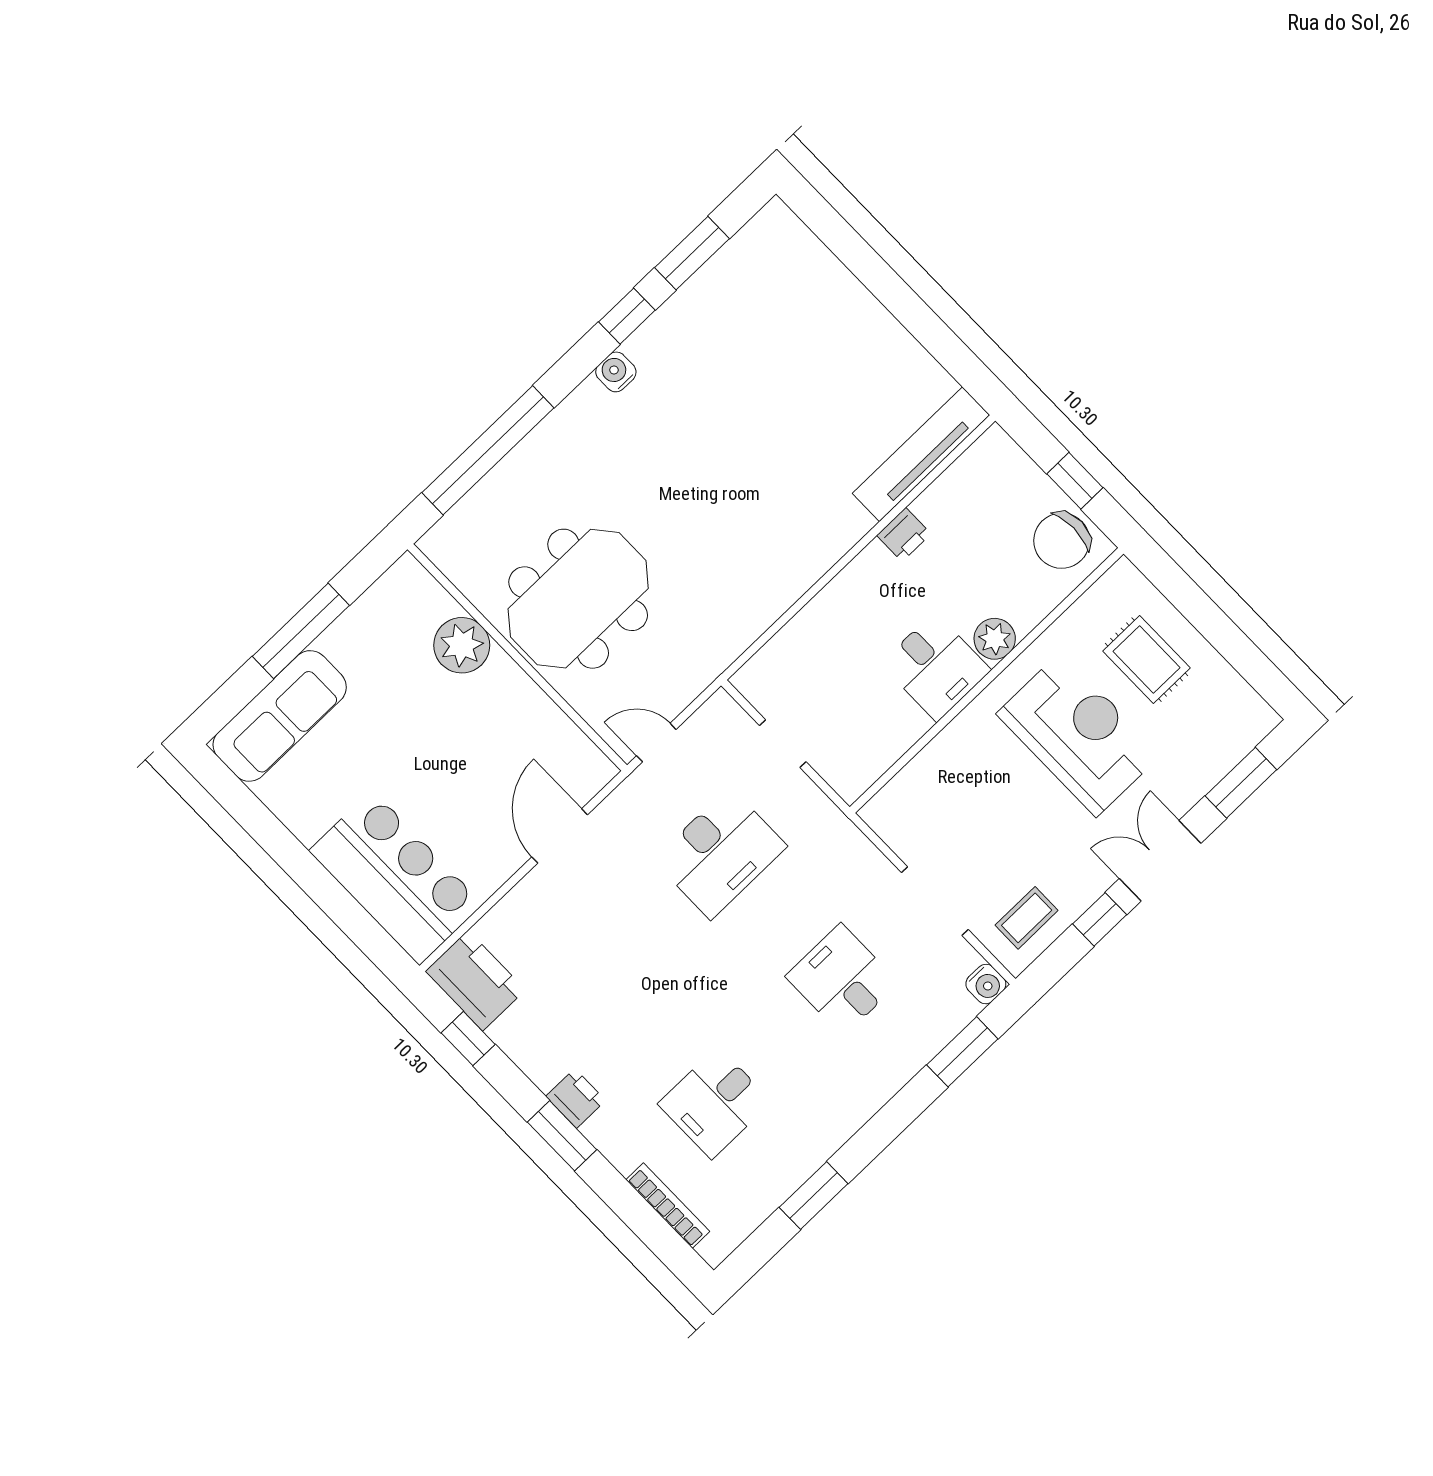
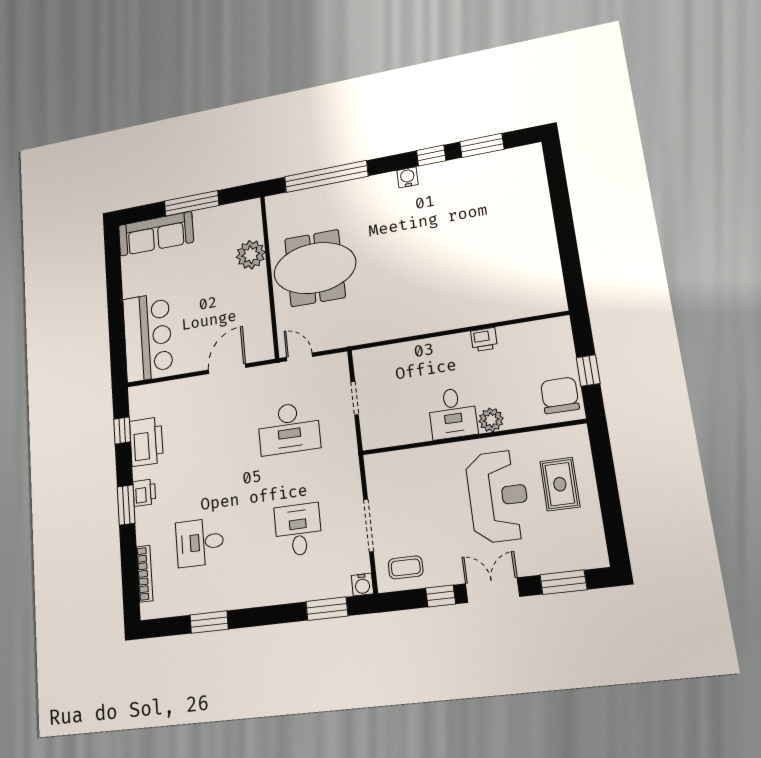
tv unit: (921, 454) -> (521, 307), removed
chair: (1062, 541) -> (560, 395), turned 90
printer: (475, 981) -> (146, 442), moved

